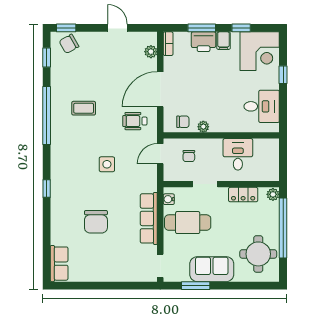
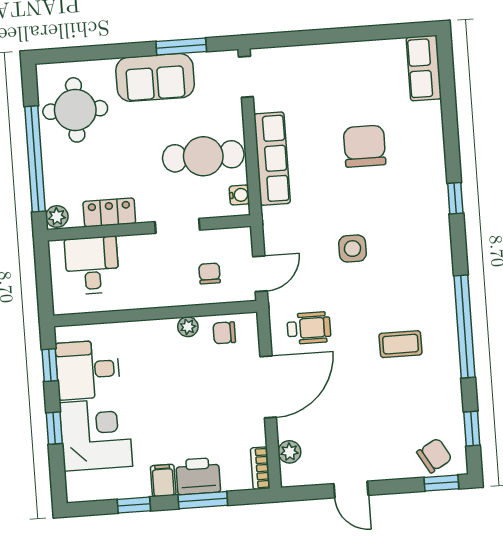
corner desk: (260, 51) -> (96, 435), moved, turned 90
window: (283, 111) -> (50, 365), added
desk: (238, 154) -> (92, 265), moved, turned 180

